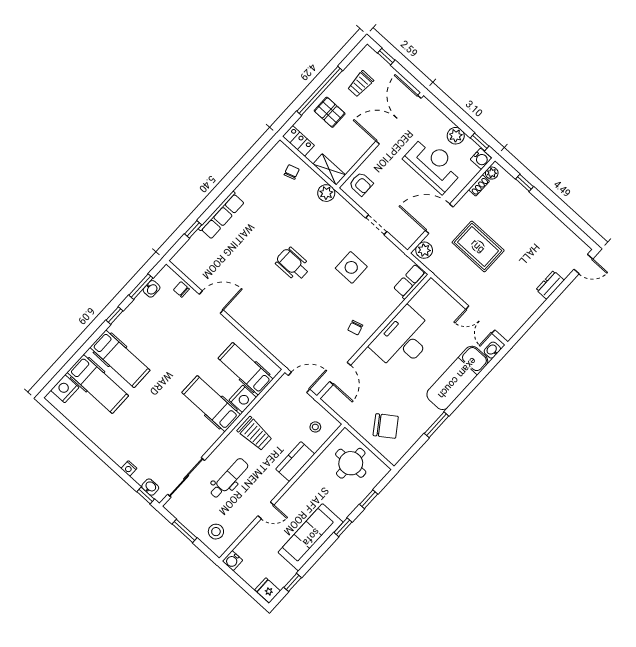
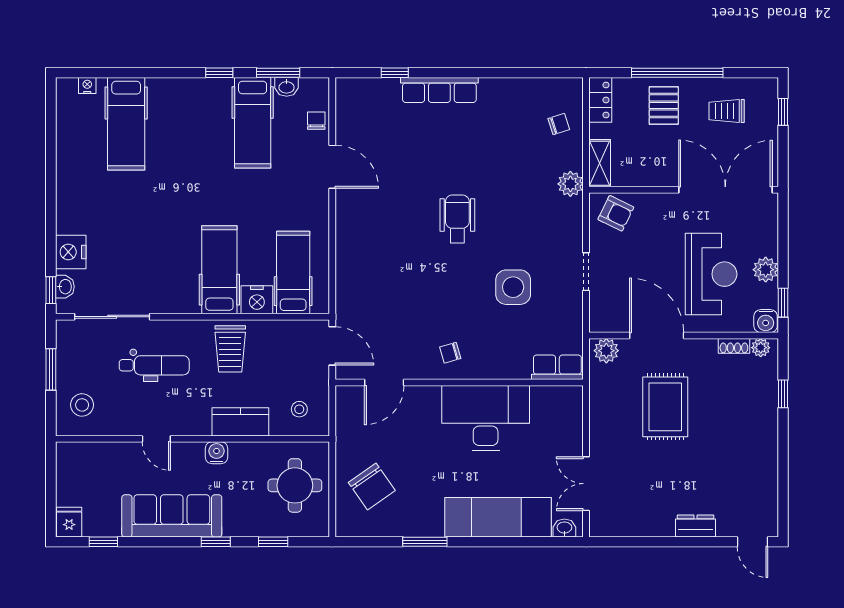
armchair: (361, 184) -> (616, 213), turned -64
hospital bed: (120, 359) -> (253, 123), moved
nightstand: (65, 389) -> (87, 86), width x0.53, depth x0.56
nightstand: (129, 468) -> (71, 252), width x1.89, depth x1.79
water cooler: (232, 561) -> (216, 453), moved, turned 90

